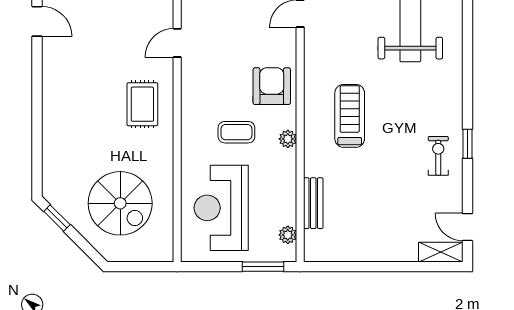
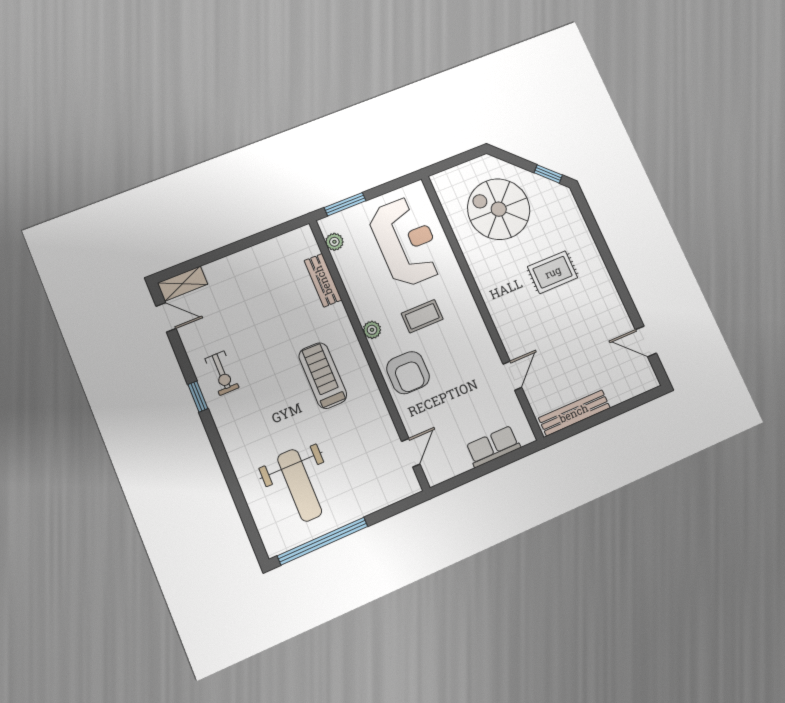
rug: (142, 104) -> (553, 272), moved, turned 90
treadmill: (350, 116) -> (323, 376), turned 180

